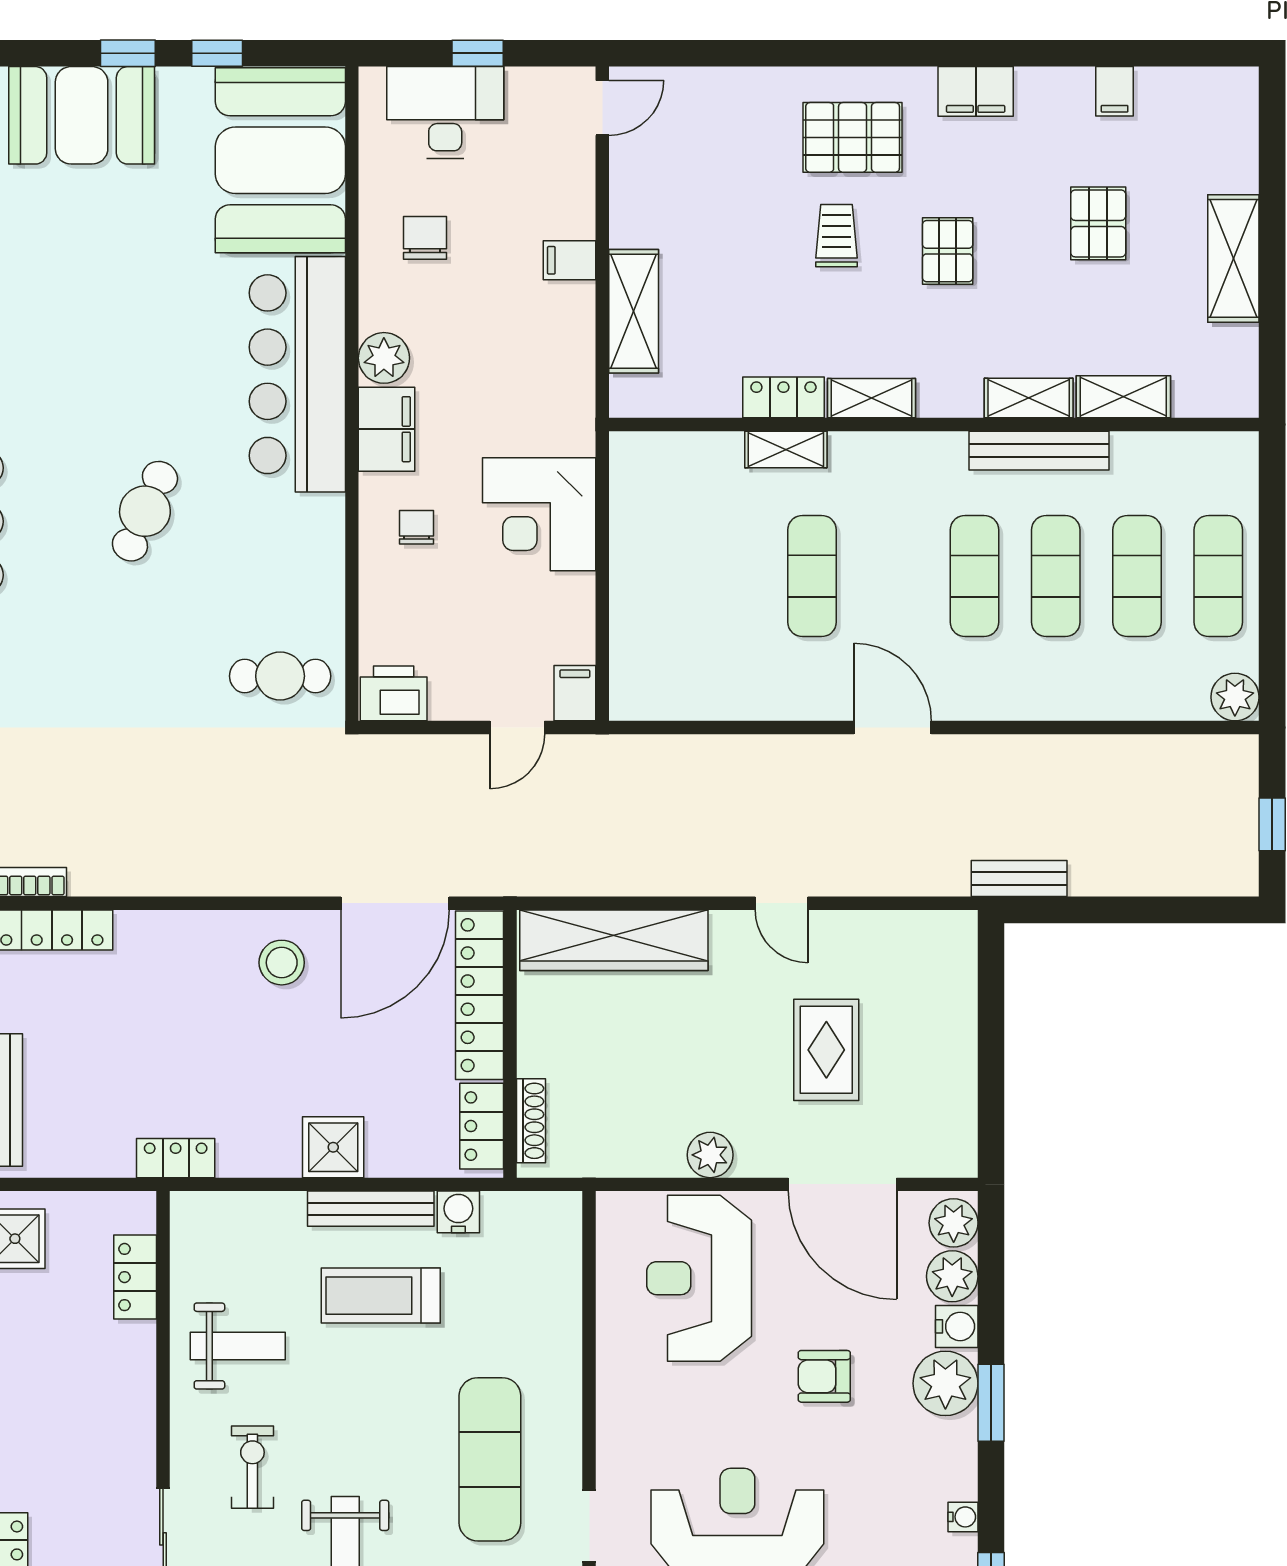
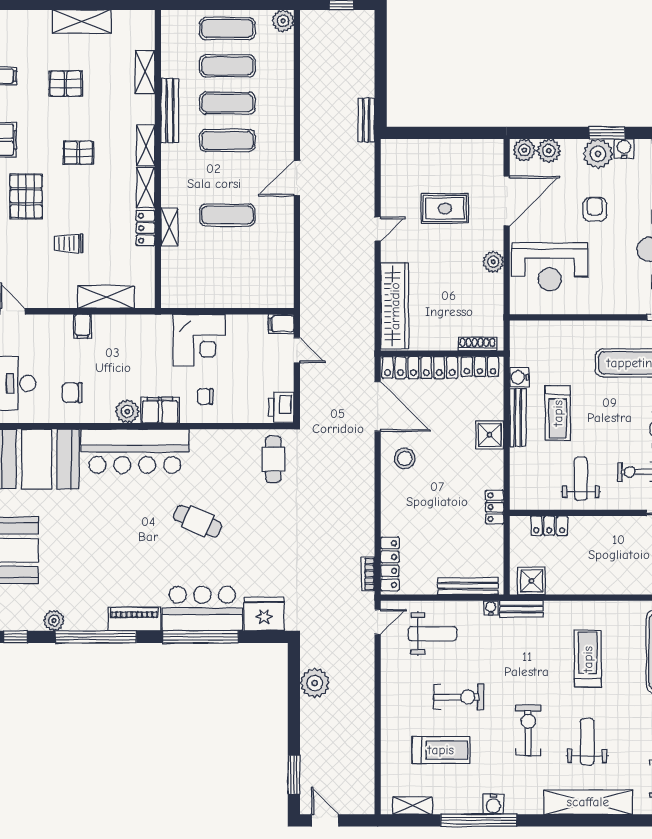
trolley: (836, 236) -> (69, 243), moved
shelving: (1029, 398) -> (146, 146), moved
water cooler: (957, 1326) -> (624, 149), moved
armchair: (824, 1376) -> (595, 209), turned 180

